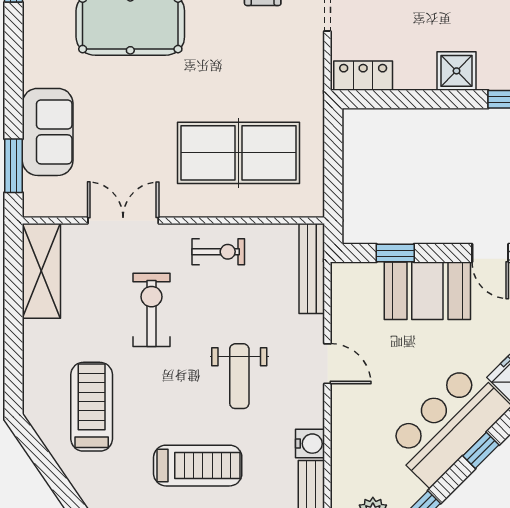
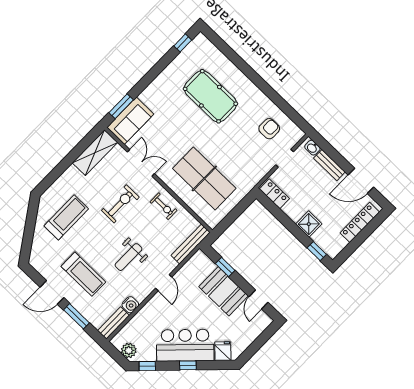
sofa: (48, 132) -> (130, 121), moved

